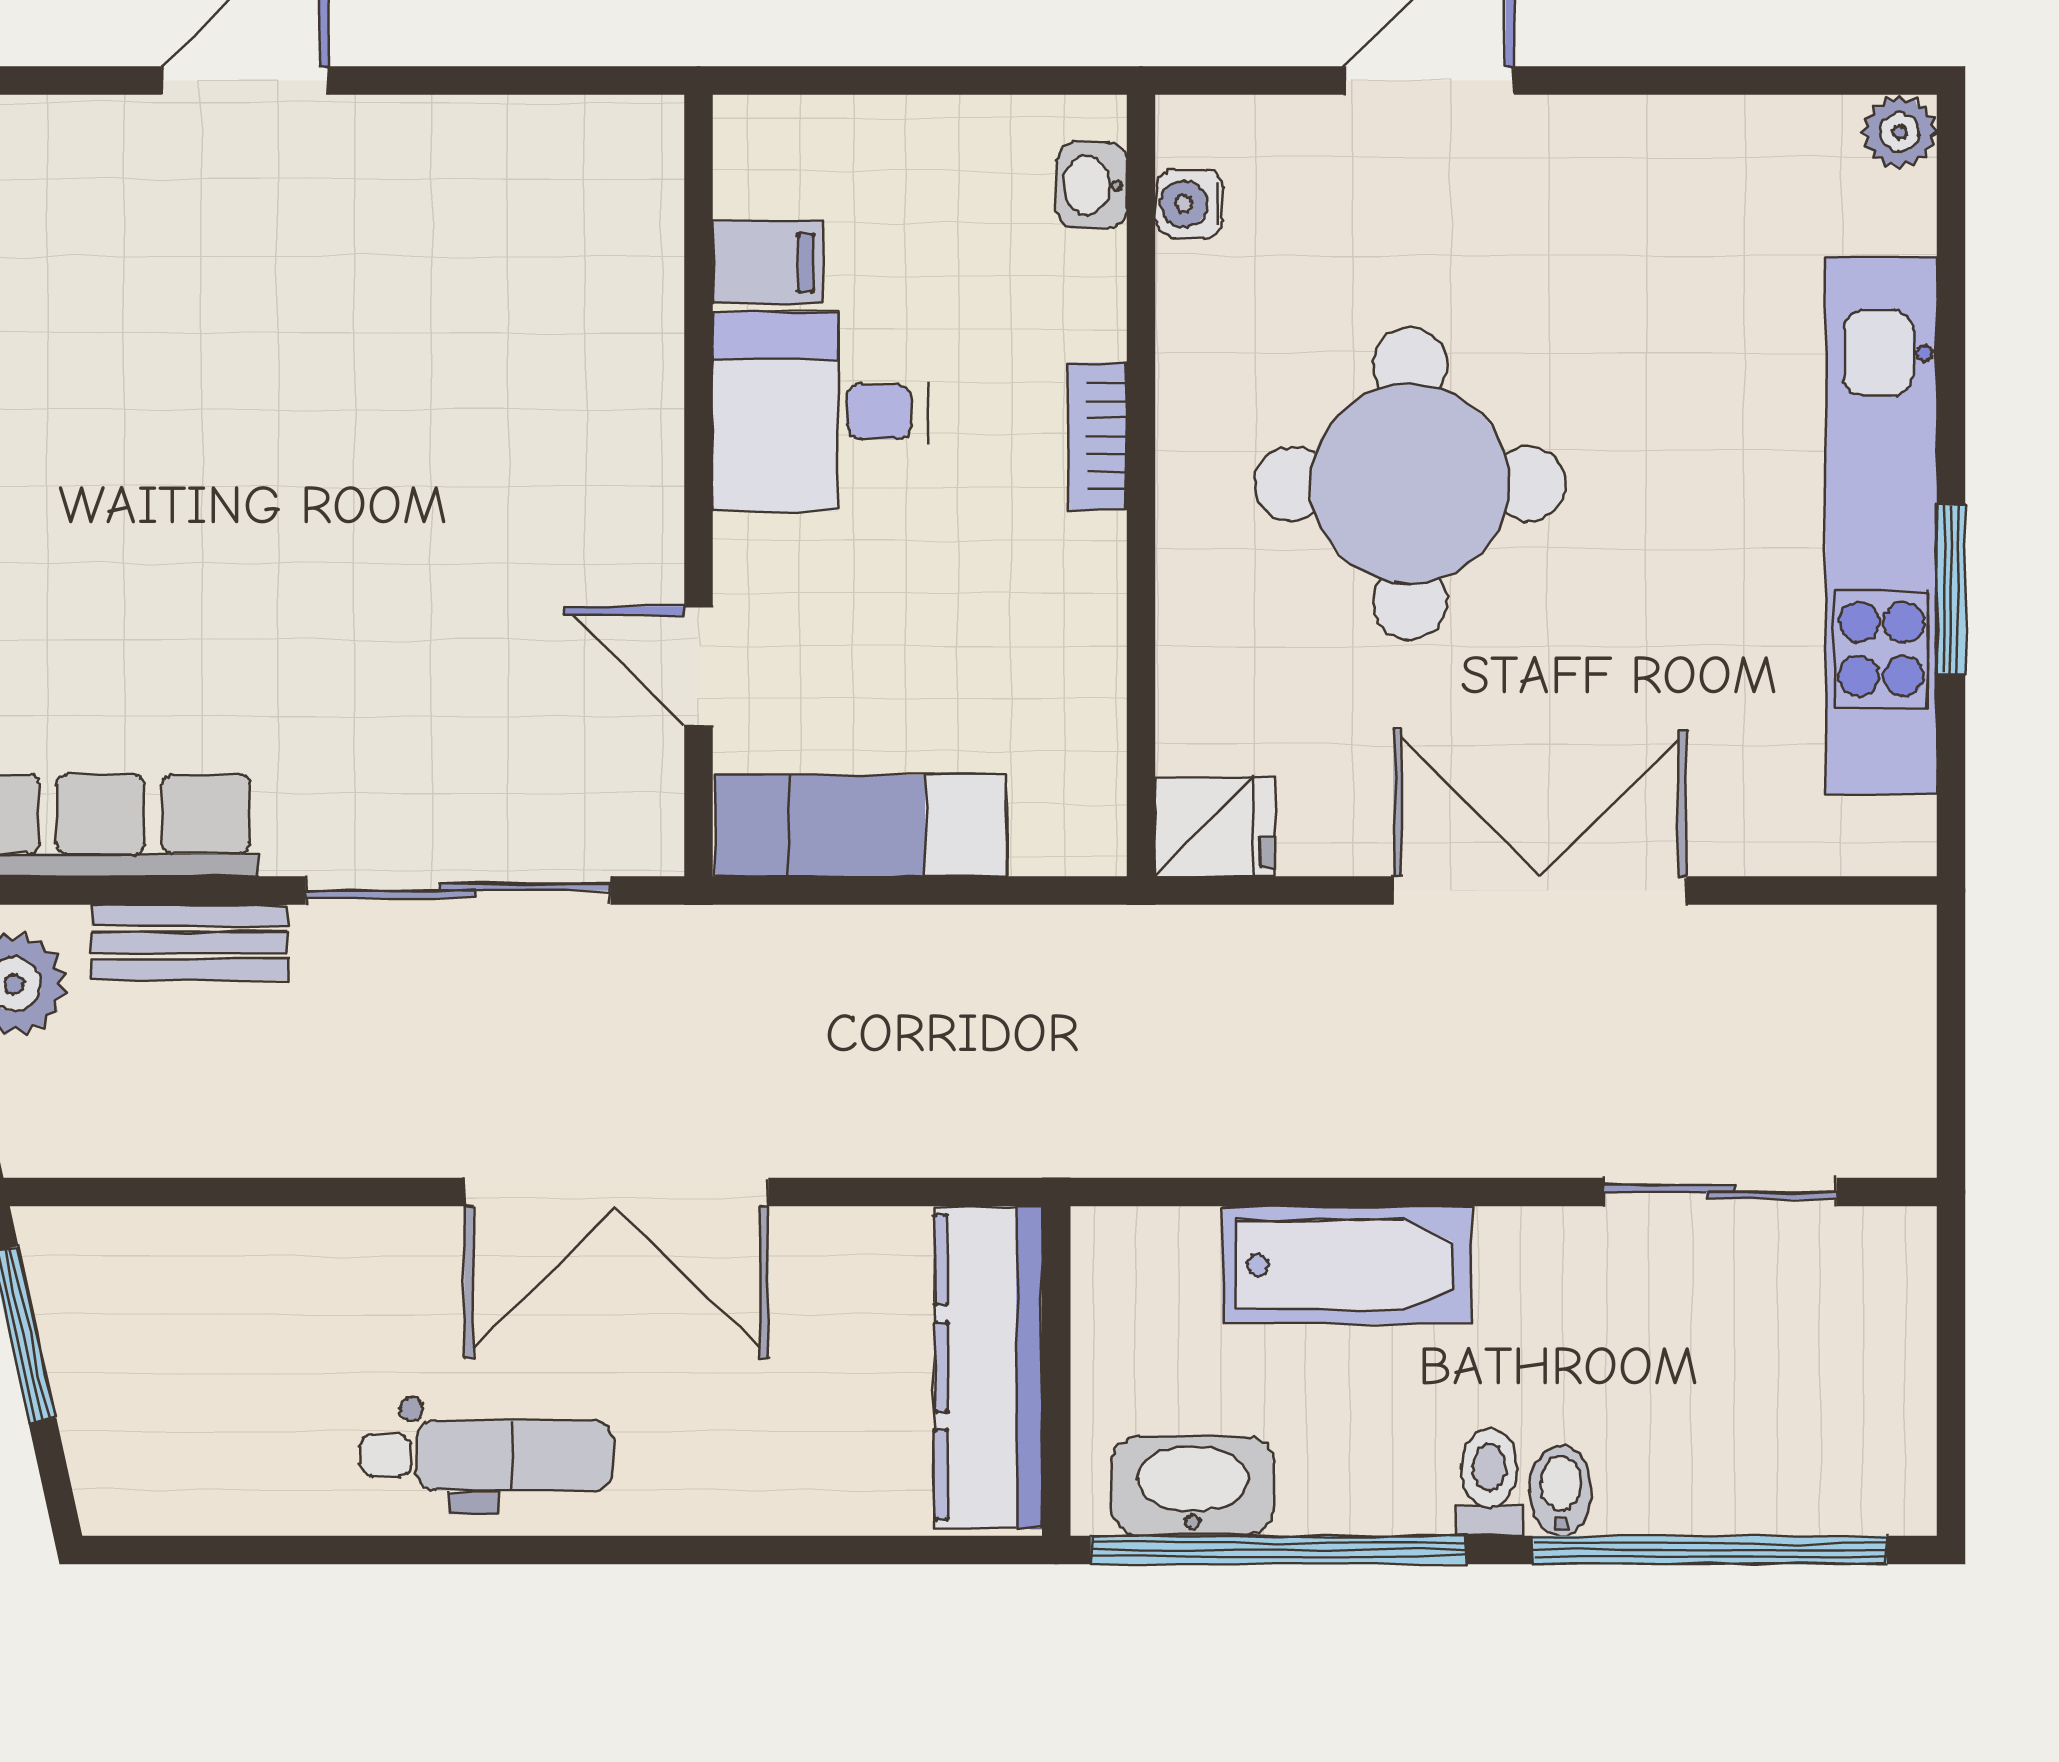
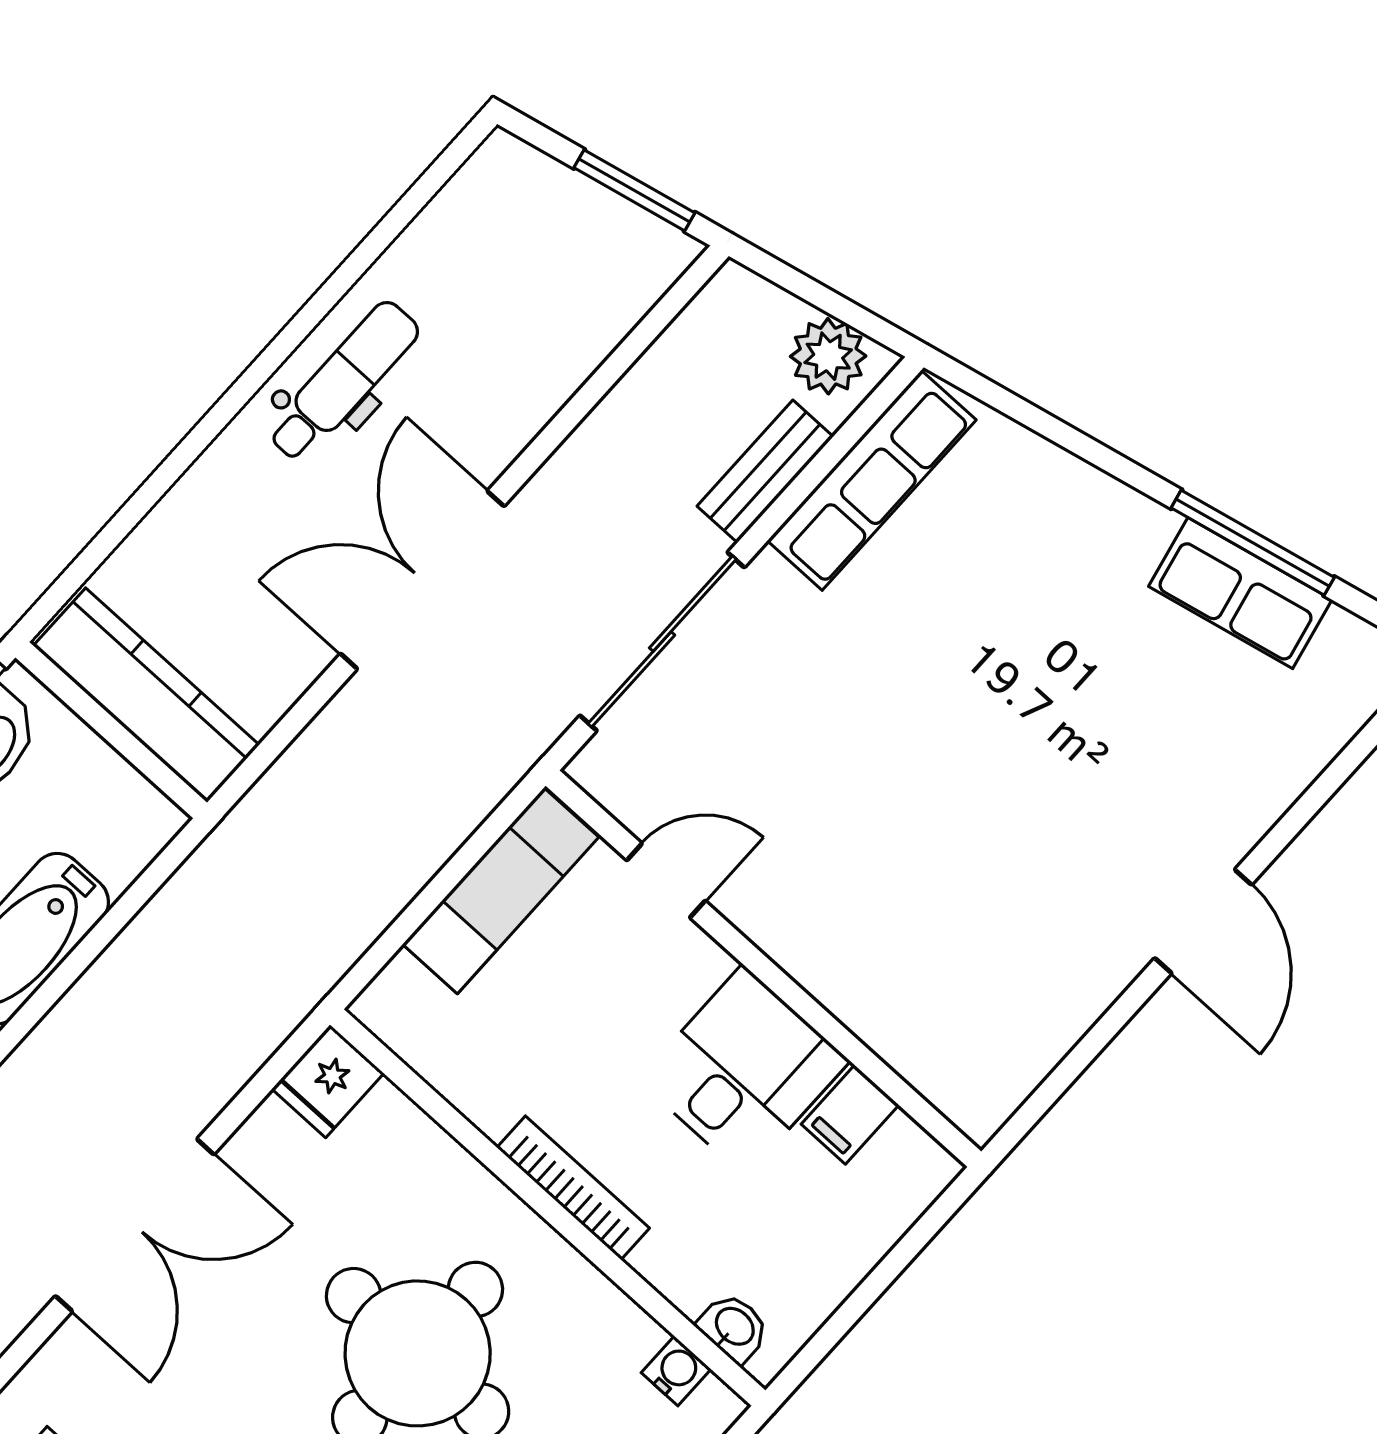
bookcase: (1098, 436) -> (573, 1188), width x1.56
dental chair: (487, 1456) -> (343, 381), turned 180

